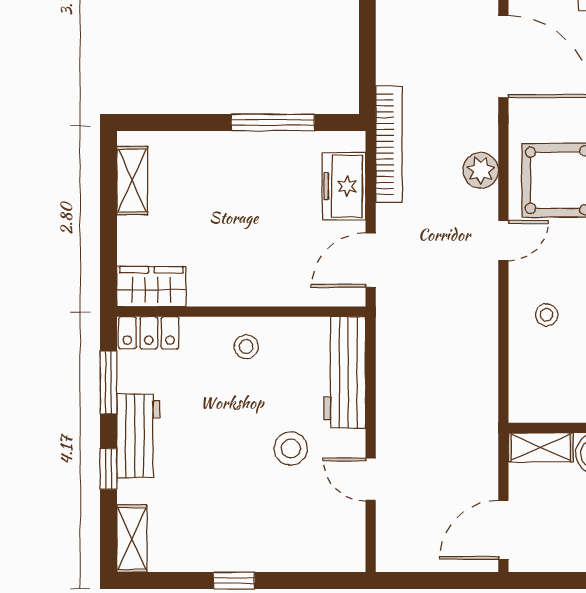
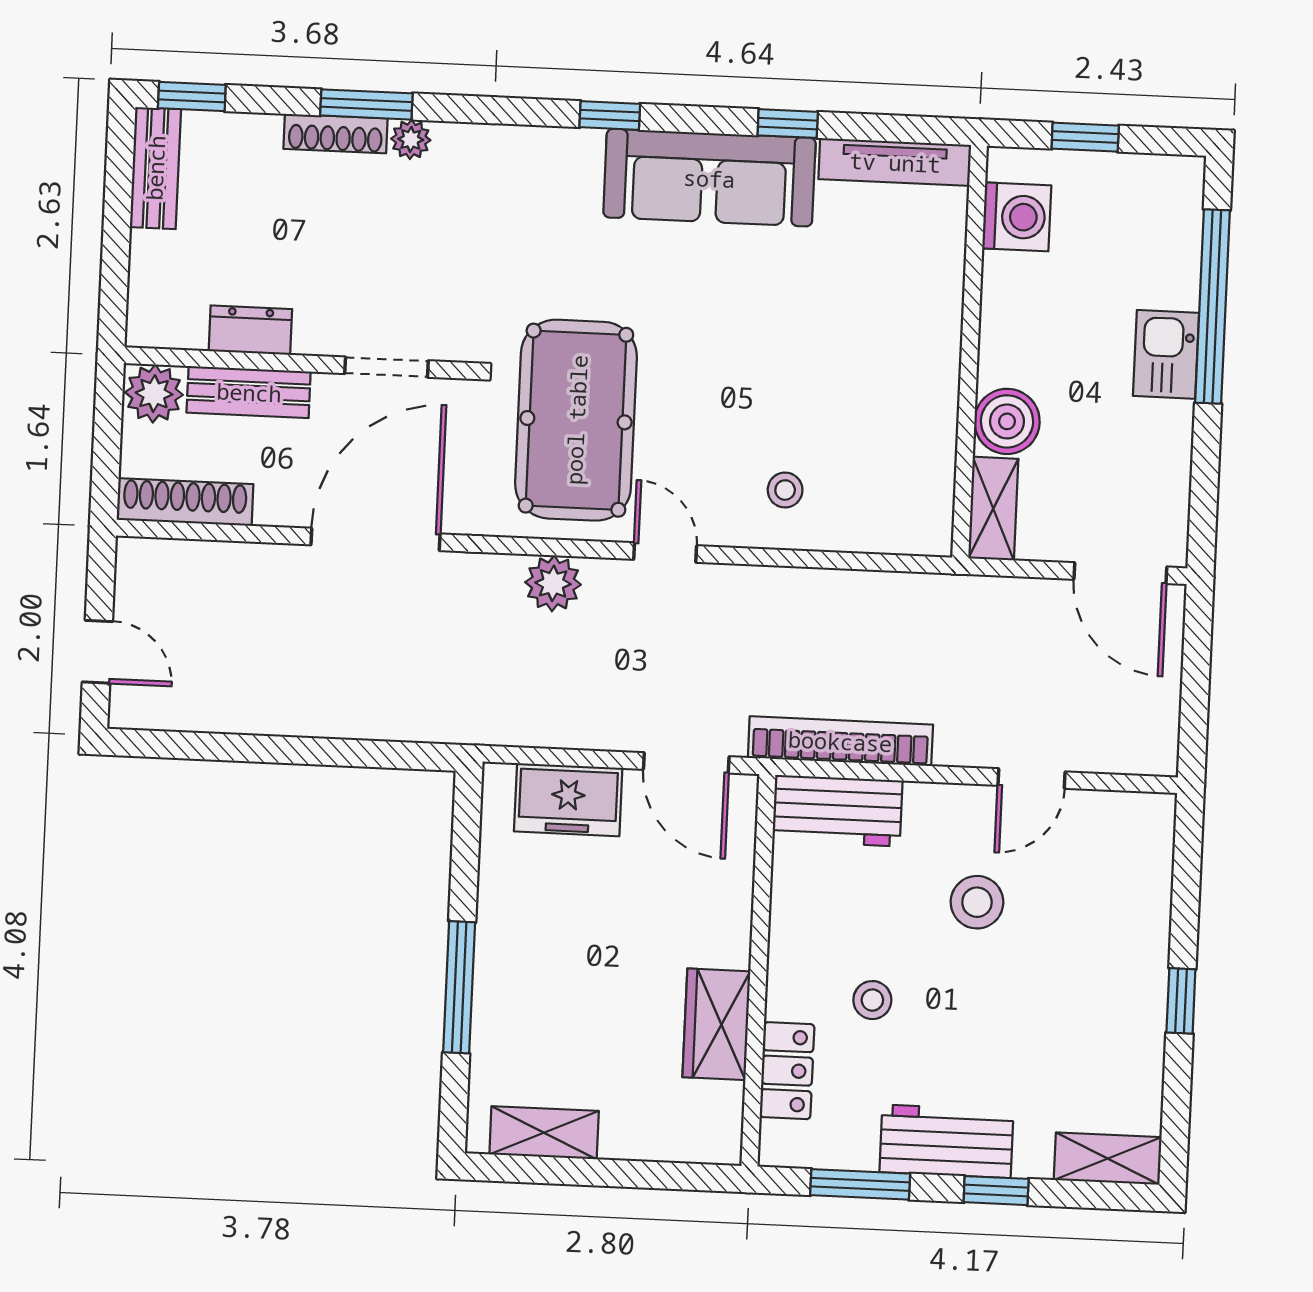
window: (273, 123) -> (459, 987), moved
bookcase: (389, 144) -> (840, 741), moved
wardrobe: (151, 287) -> (716, 1024), moved
locker: (149, 333) -> (787, 1071), moved
stool: (246, 347) -> (872, 1000), moved
workbench: (345, 372) -> (837, 811), width x0.73

